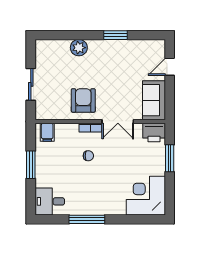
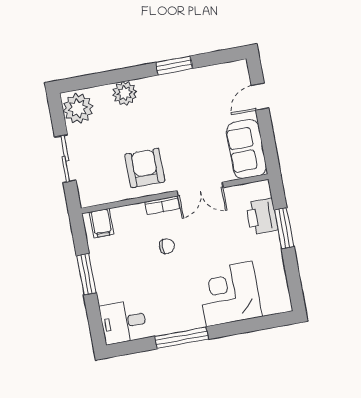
plant: (45, 52) -> (78, 108), added
printer: (154, 132) -> (262, 216), moved, turned 90
corner desk: (146, 196) -> (229, 294), moved

